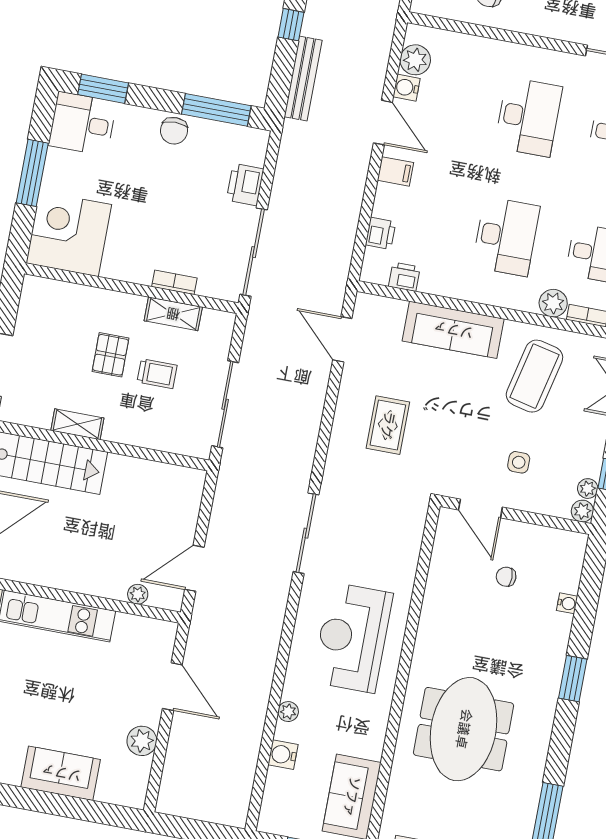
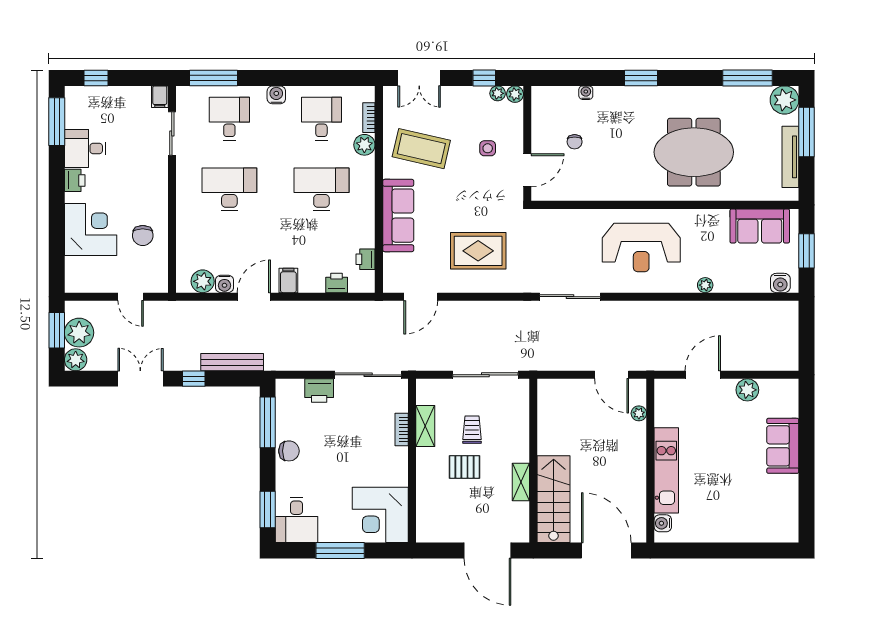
rug: (388, 425) -> (478, 251), width x1.36, depth x1.43
water cooler: (283, 755) -> (780, 283), moved

